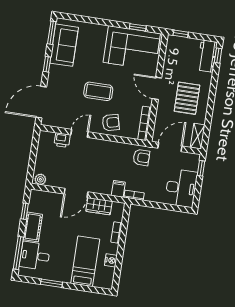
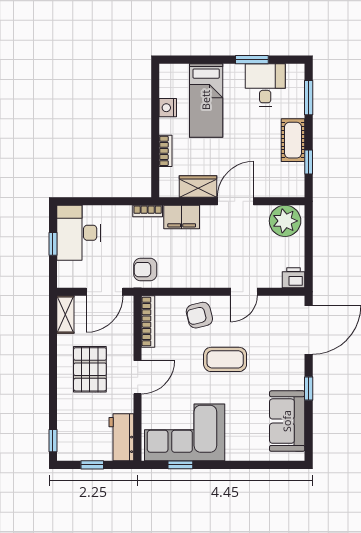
window: (52, 33) -> (309, 437), removed
window: (181, 34) -> (92, 465), moved
workbench: (207, 56) -> (121, 437), moved, turned 180
door: (157, 88) -> (138, 377), hinge flipped
printer: (62, 140) -> (294, 278), moved
window: (201, 168) -> (53, 244), moved
plant: (40, 179) -> (285, 221), width x1.88, depth x1.88
filing cabinet: (118, 189) -> (182, 217), width x2.00
window: (18, 253) -> (309, 98), width x0.69
desk: (35, 256) -> (265, 85), moved, turned -90

